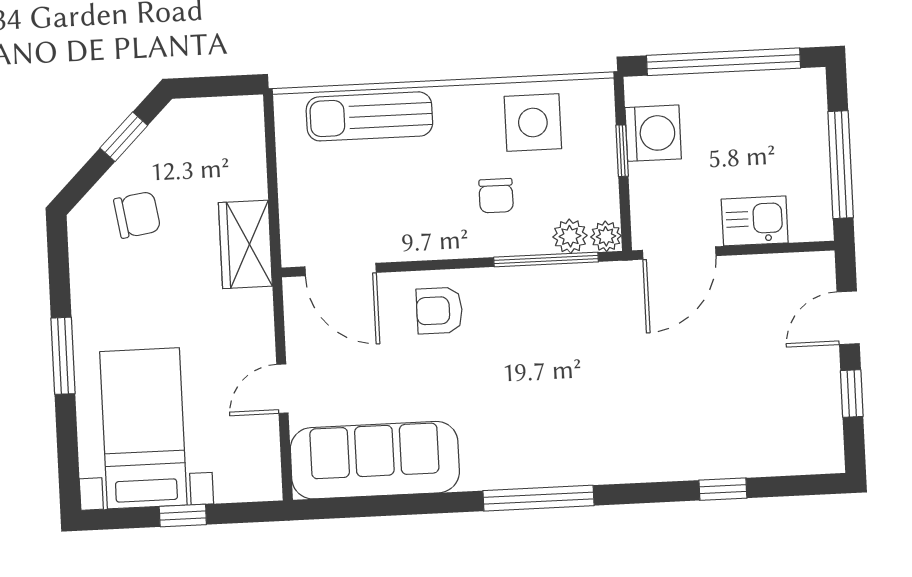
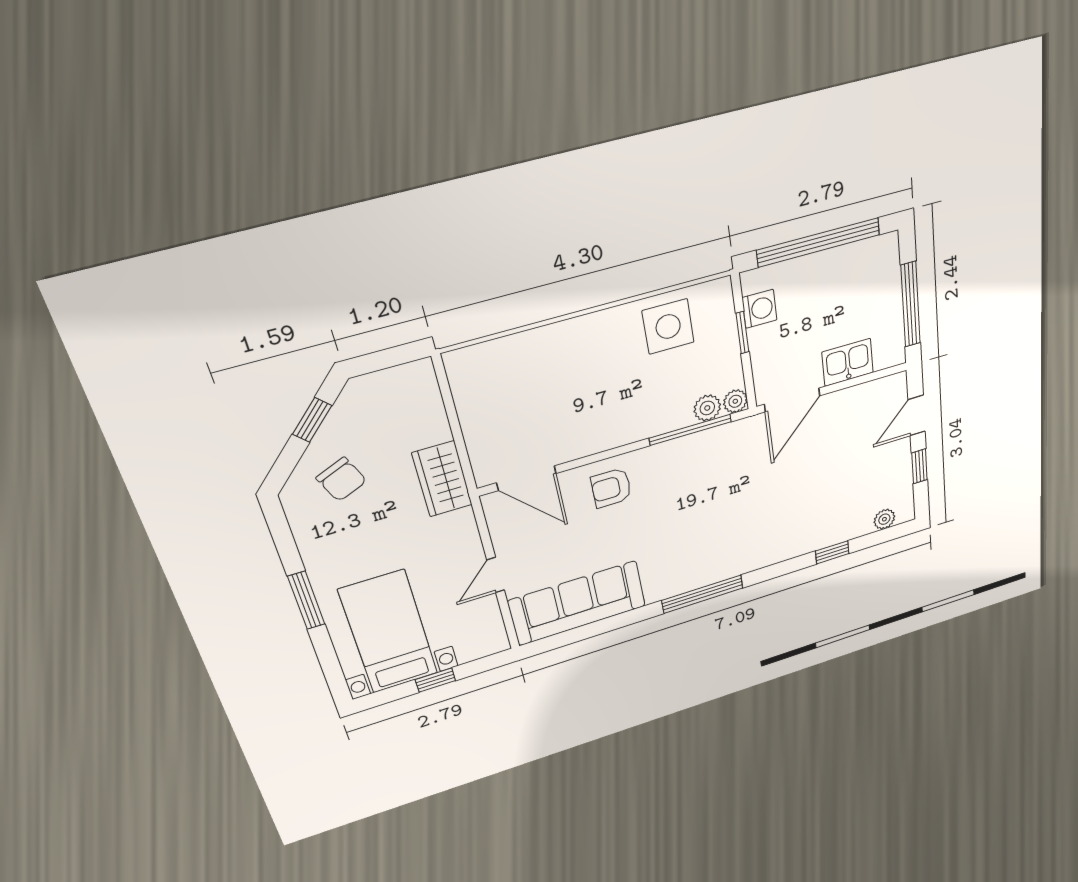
sun lounger: (369, 116) -> (529, 353), removed
washing machine: (653, 133) -> (759, 309), width x0.73, depth x0.73
chair: (496, 196) -> (645, 391), removed
chair: (137, 215) -> (341, 479), turned 76
plant: (800, 460) -> (884, 519), added

